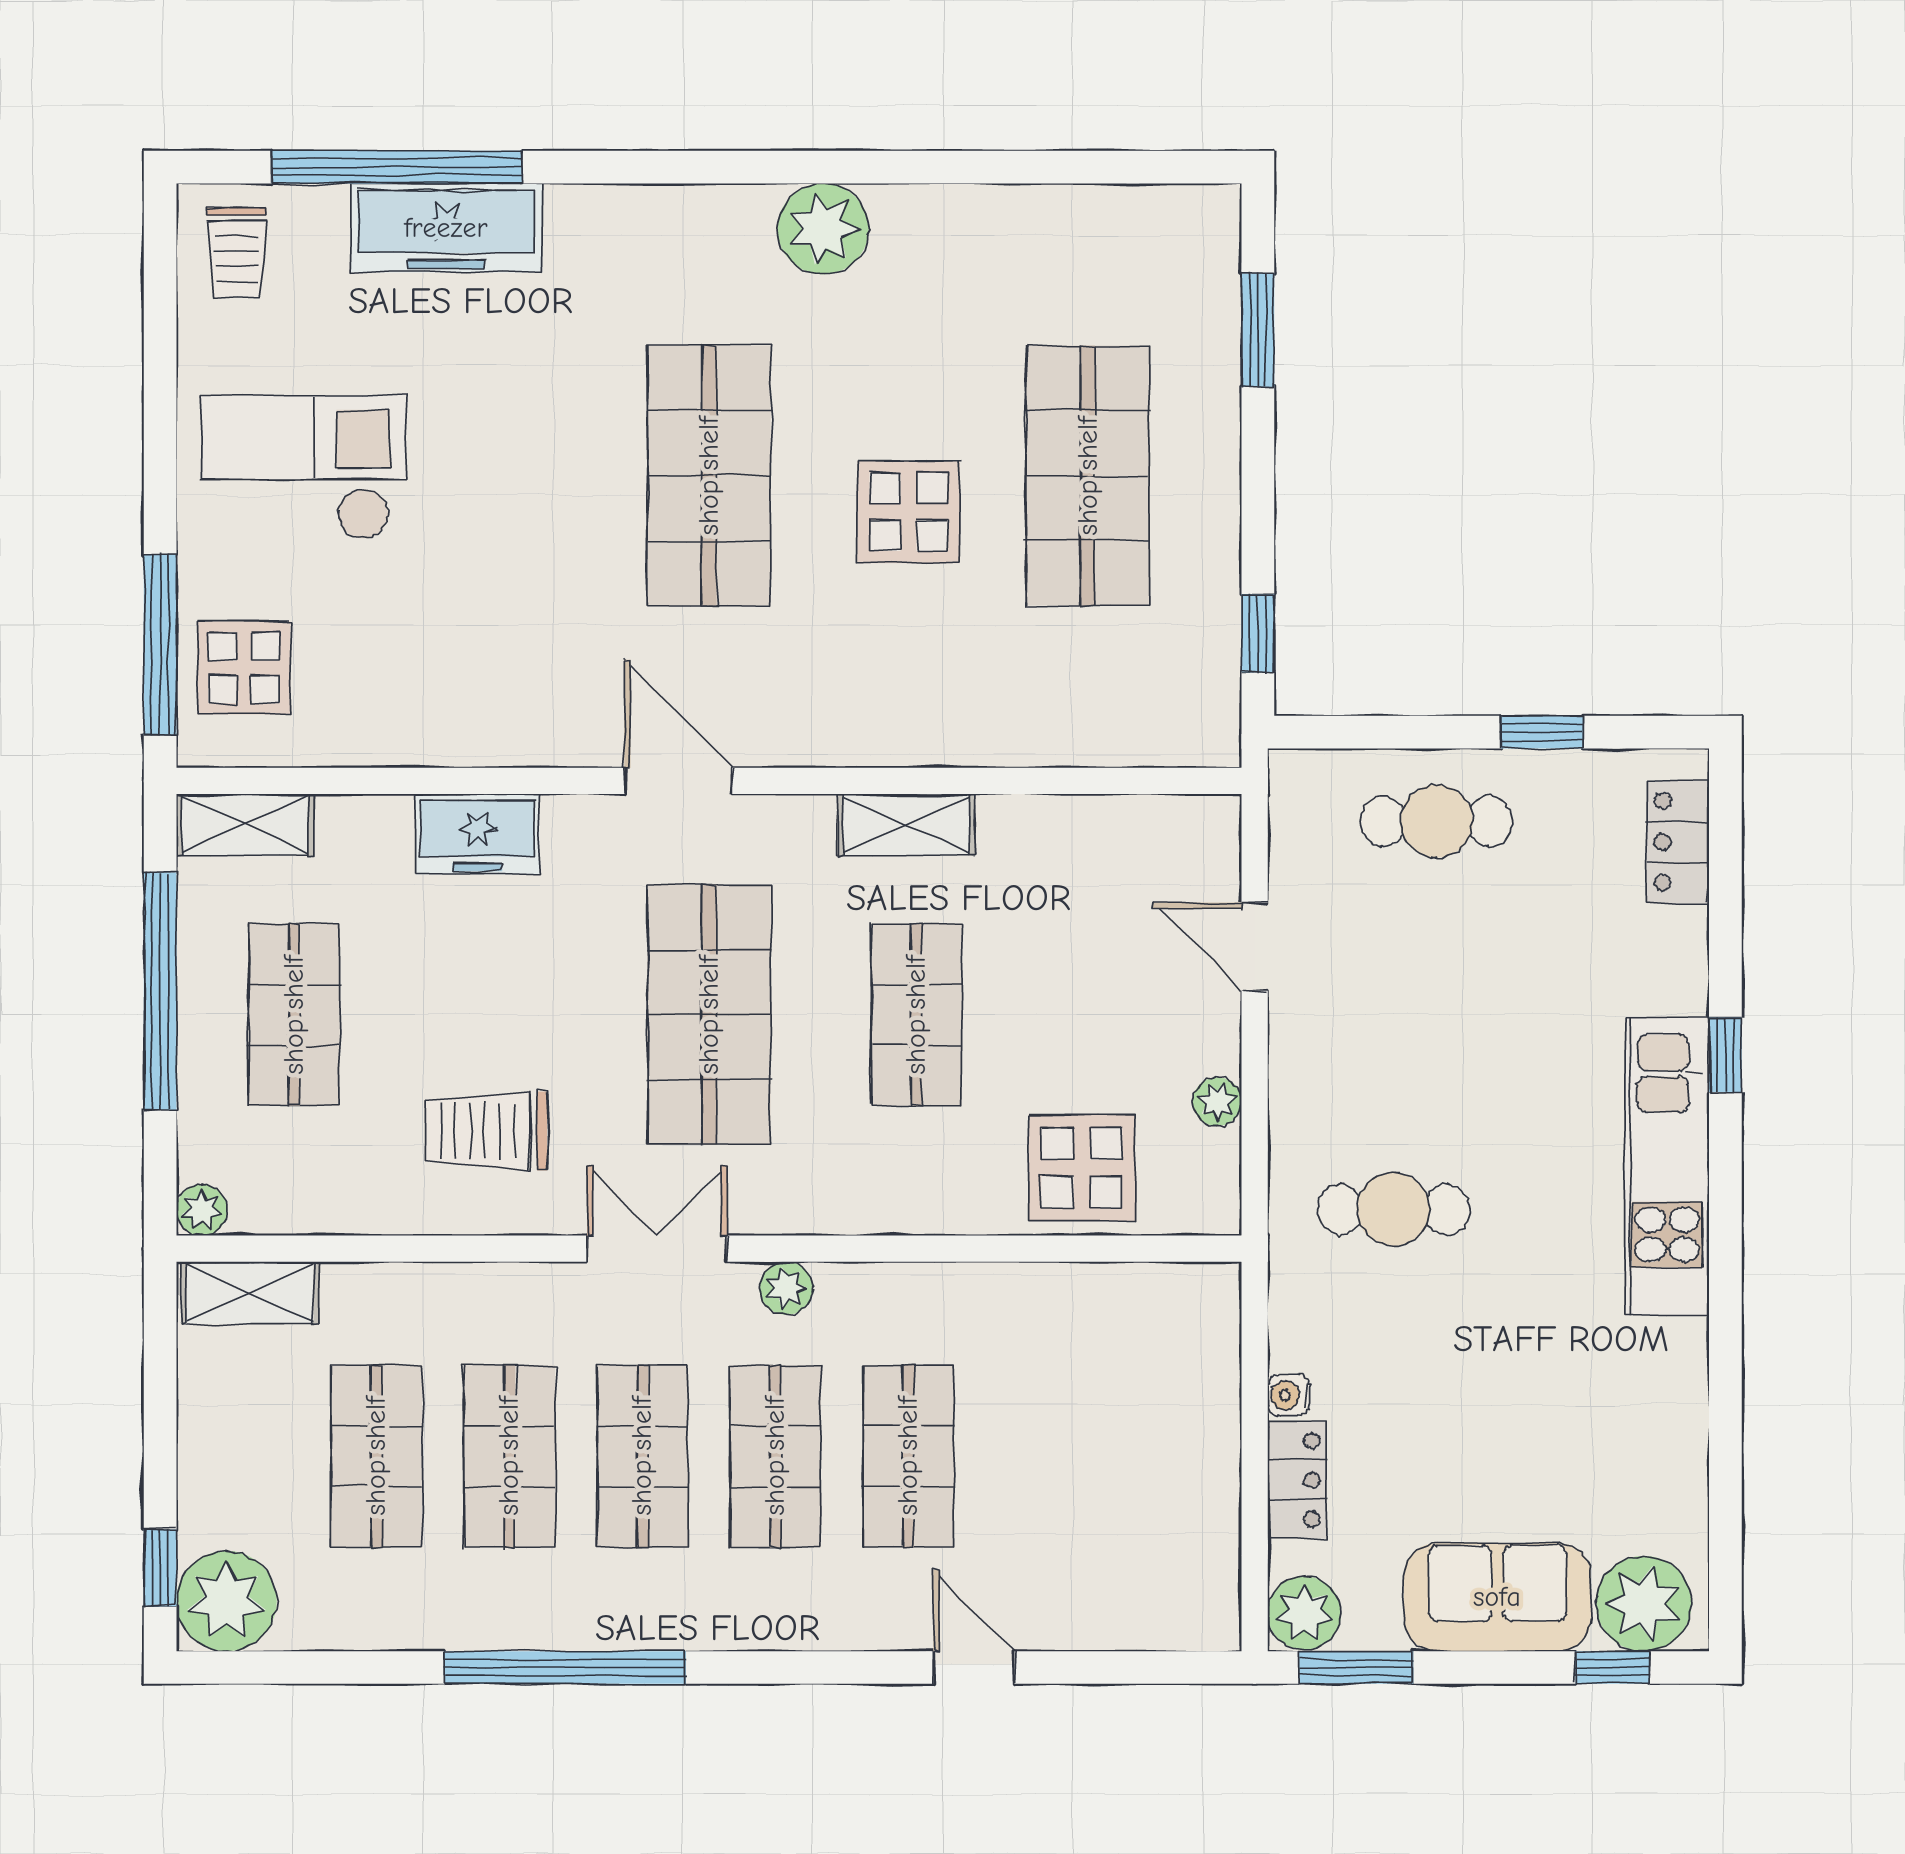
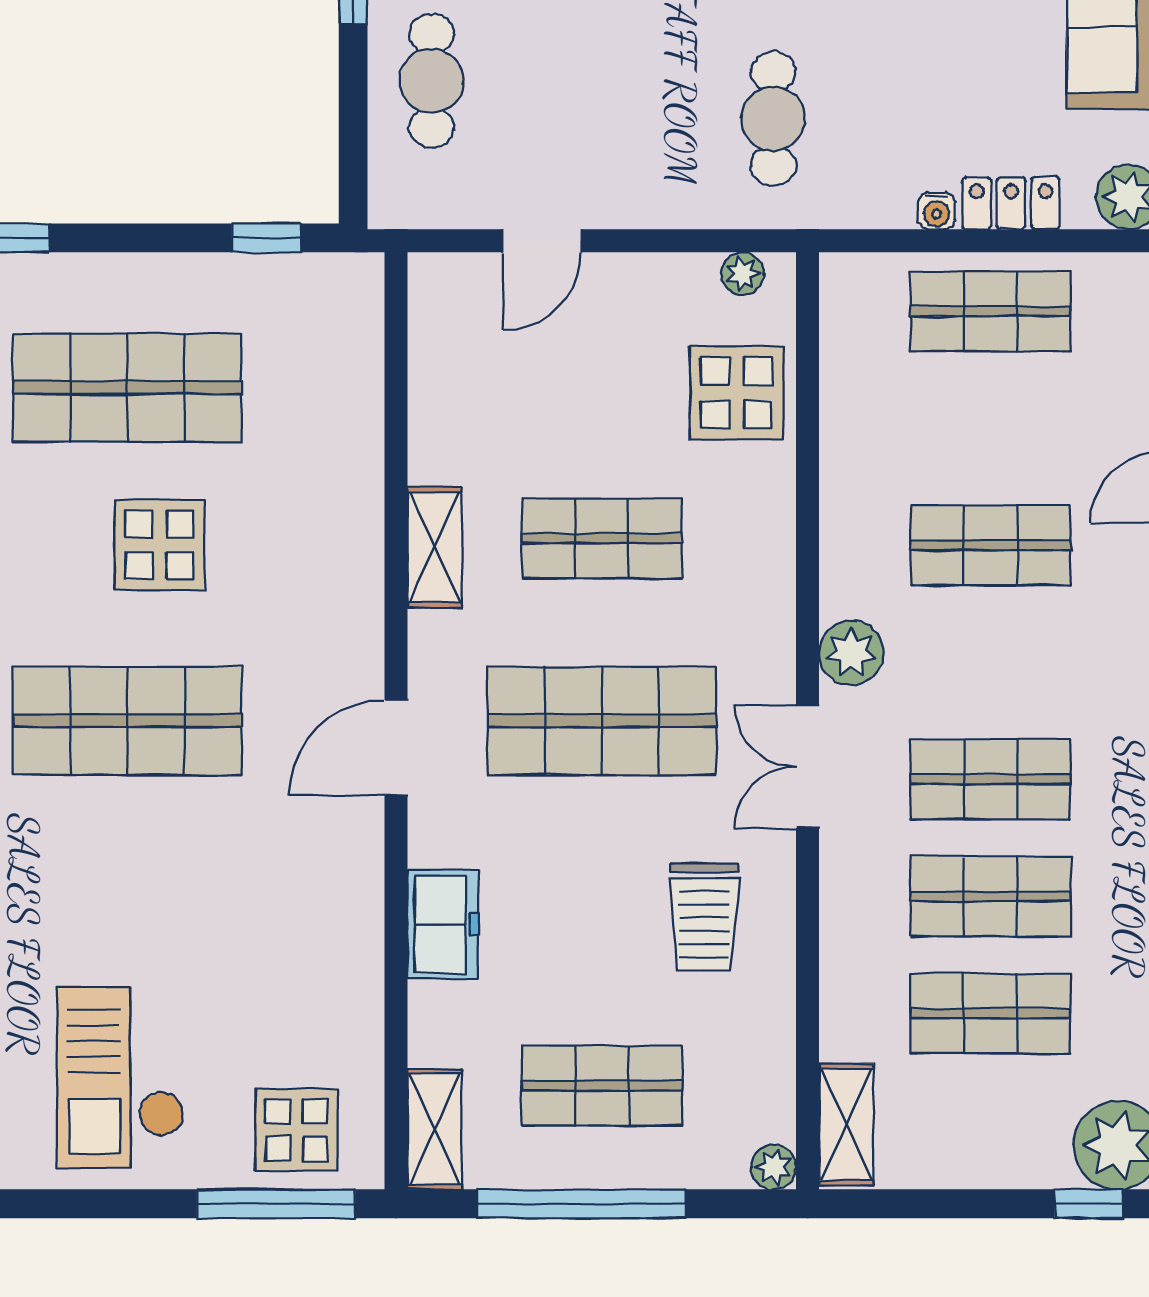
plant: (1217, 1102) -> (743, 274), moved
plant: (786, 1288) -> (851, 653), width x1.38, depth x1.38
shop shelf: (775, 1456) -> (990, 311), moved

